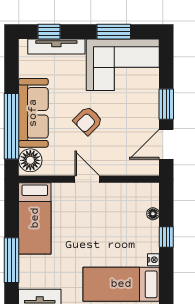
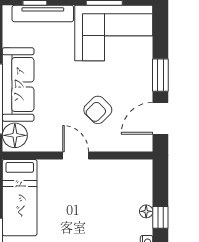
armchair: (88, 121) -> (98, 110), moved
floor lamp: (153, 214) -> (146, 211), moved

